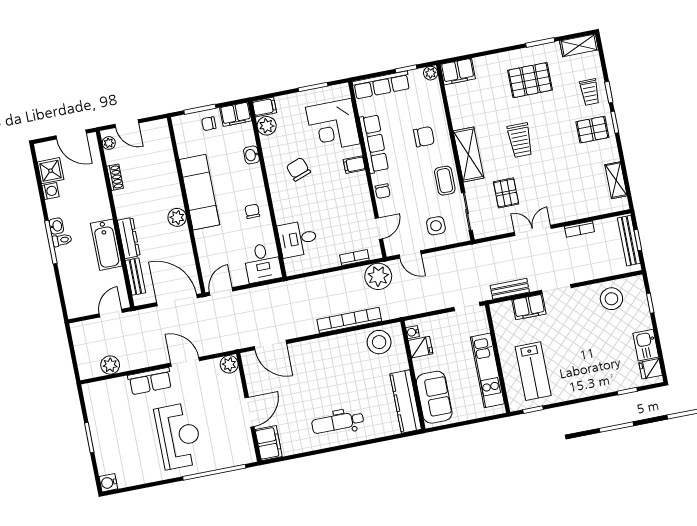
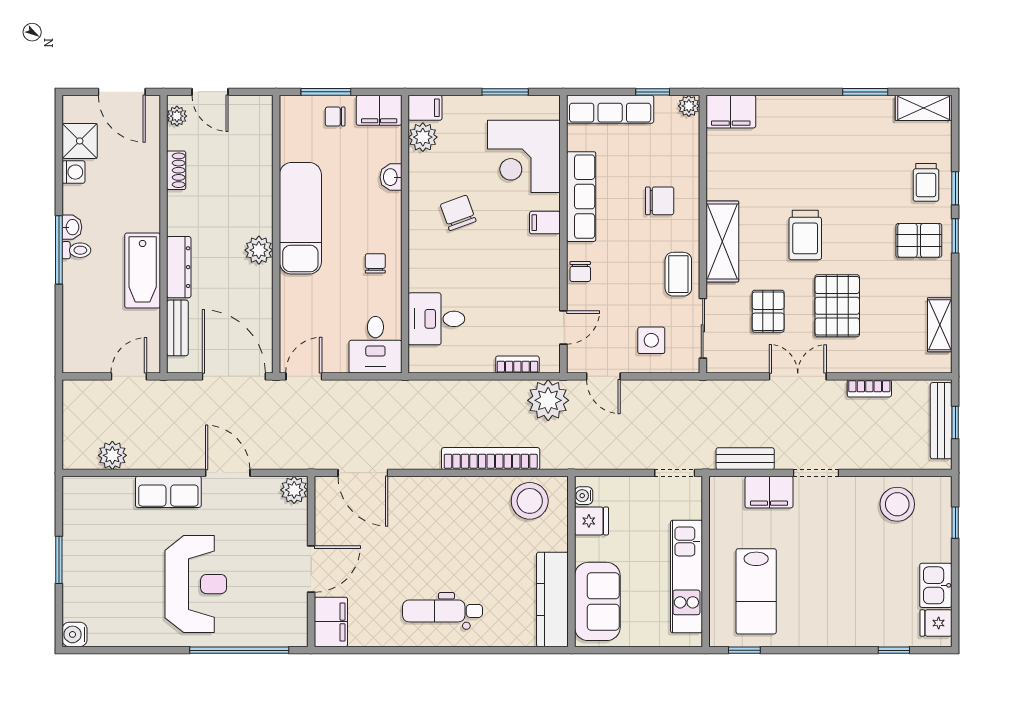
pallet: (530, 80) -> (837, 306), moved, turned 90

